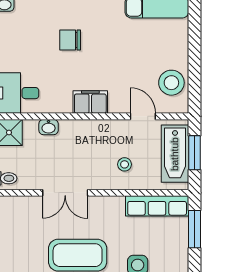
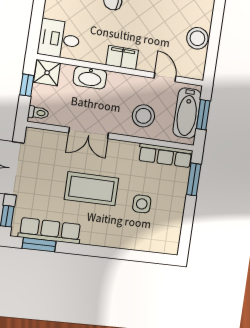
stool: (171, 83) -> (197, 38), moved
washbasin: (49, 127) -> (90, 78), width x1.91, depth x1.45
stool: (125, 164) -> (143, 116), width x1.89, depth x1.89

